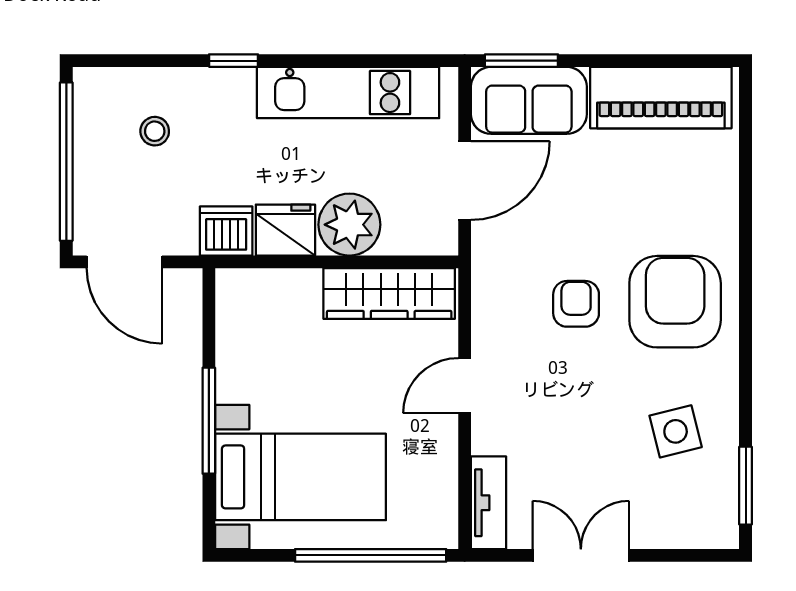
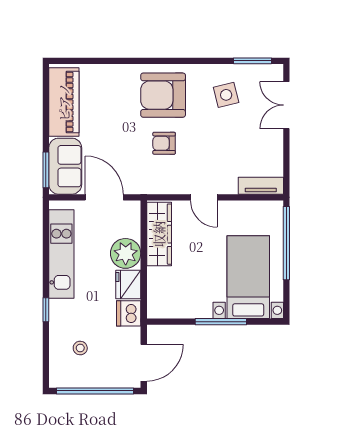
double door: (581, 555) -> (286, 105), moved

